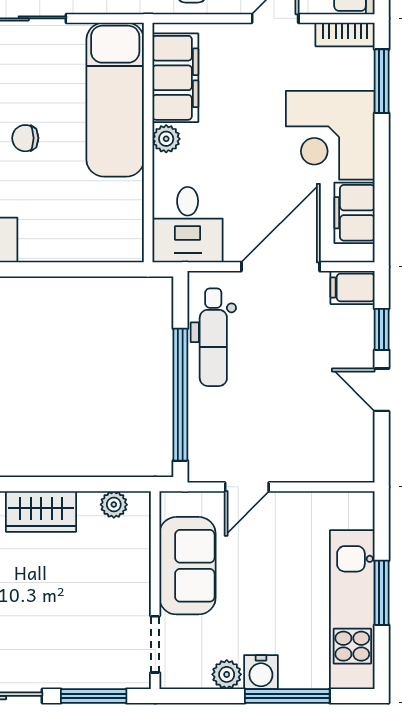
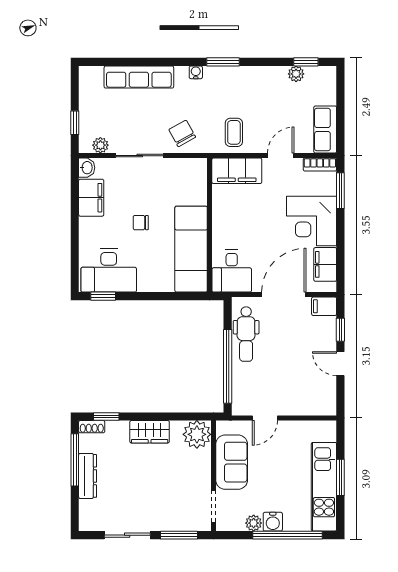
filing cabinet: (175, 78) -> (237, 171), moved, turned 90
exam couch: (115, 100) -> (191, 249), moved
plant: (166, 139) -> (220, 223), removed
plant: (114, 505) -> (197, 434), width x1.88, depth x1.88
window: (287, 696) -> (288, 535), width x1.46

